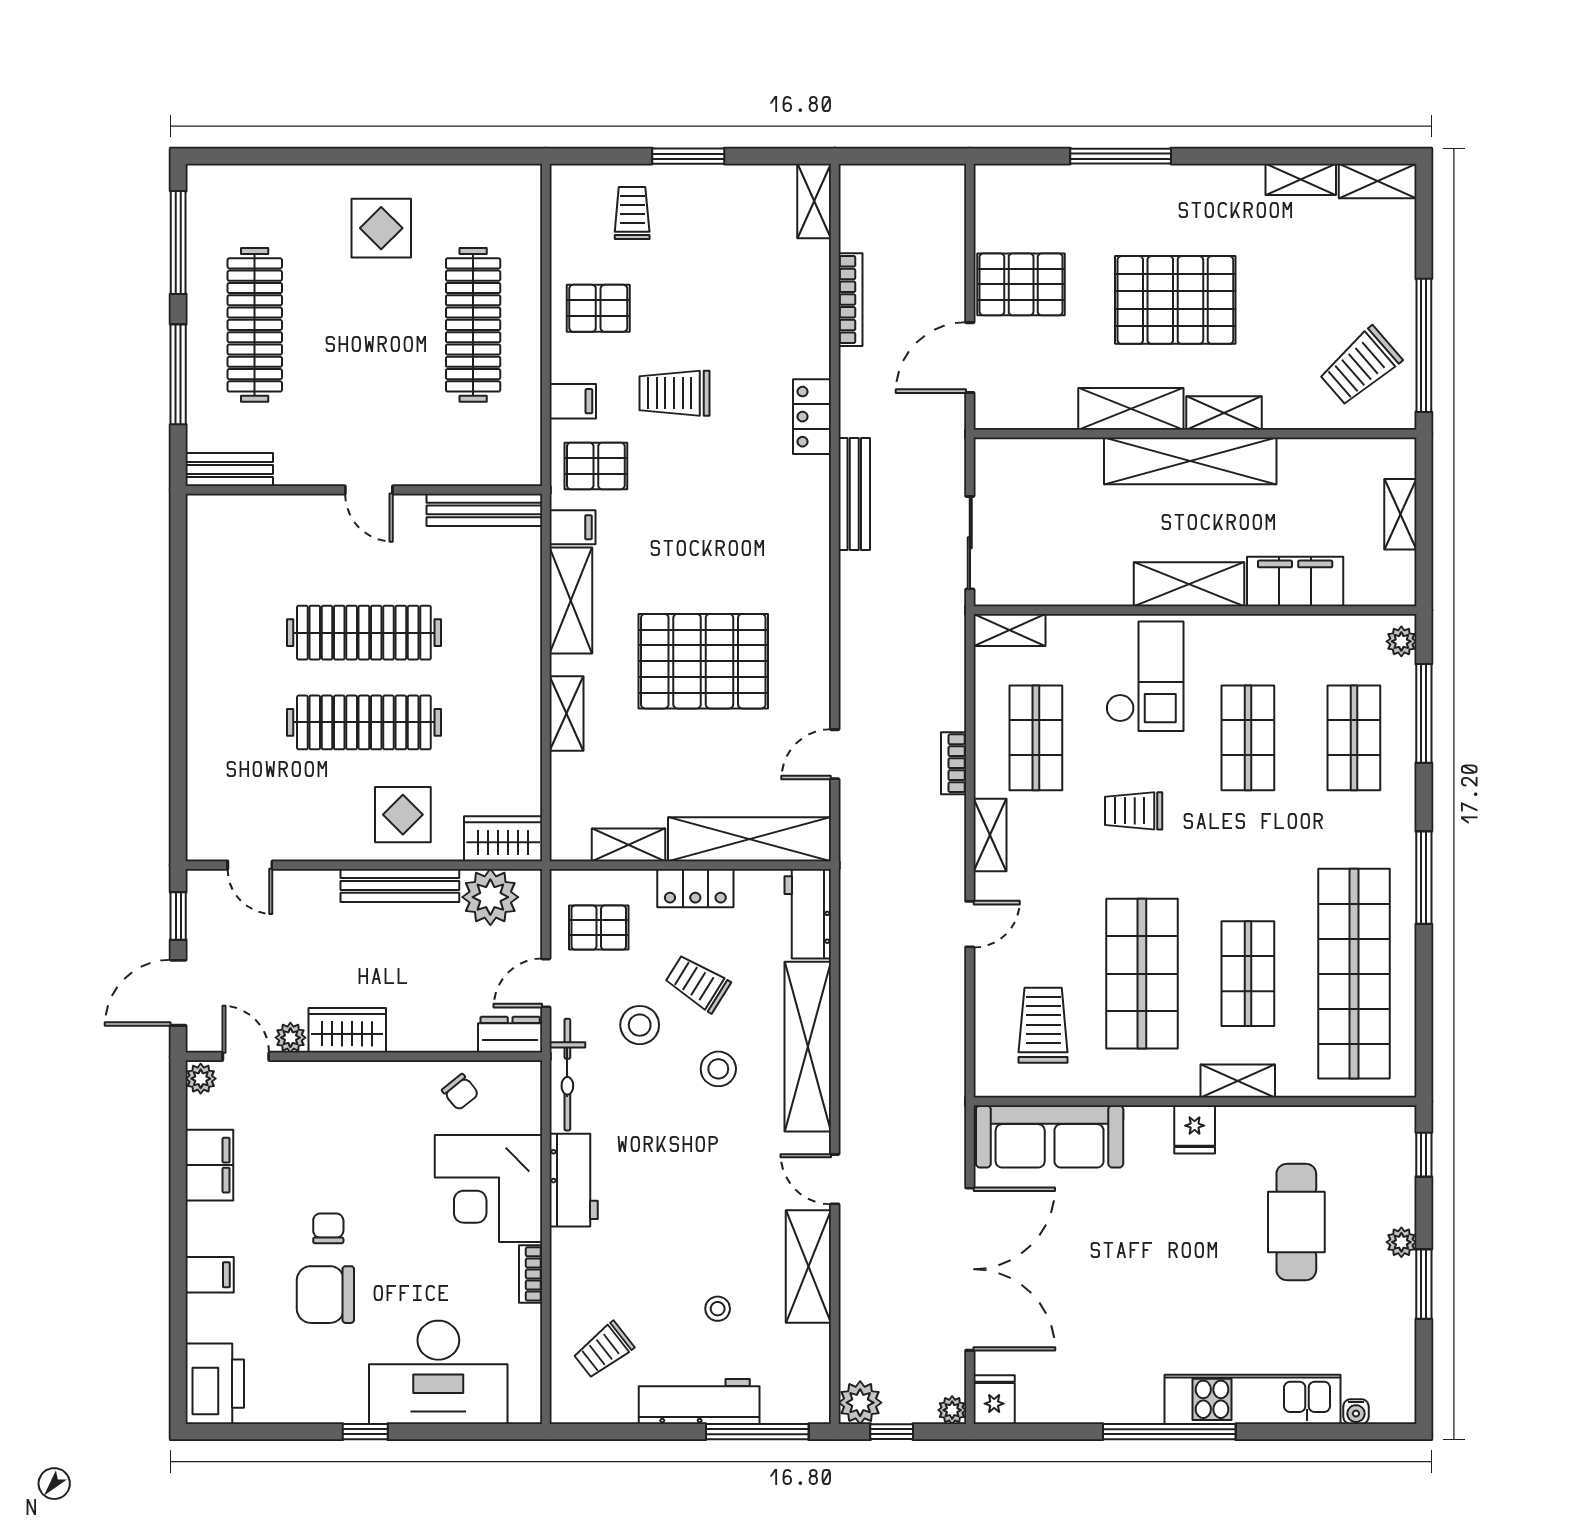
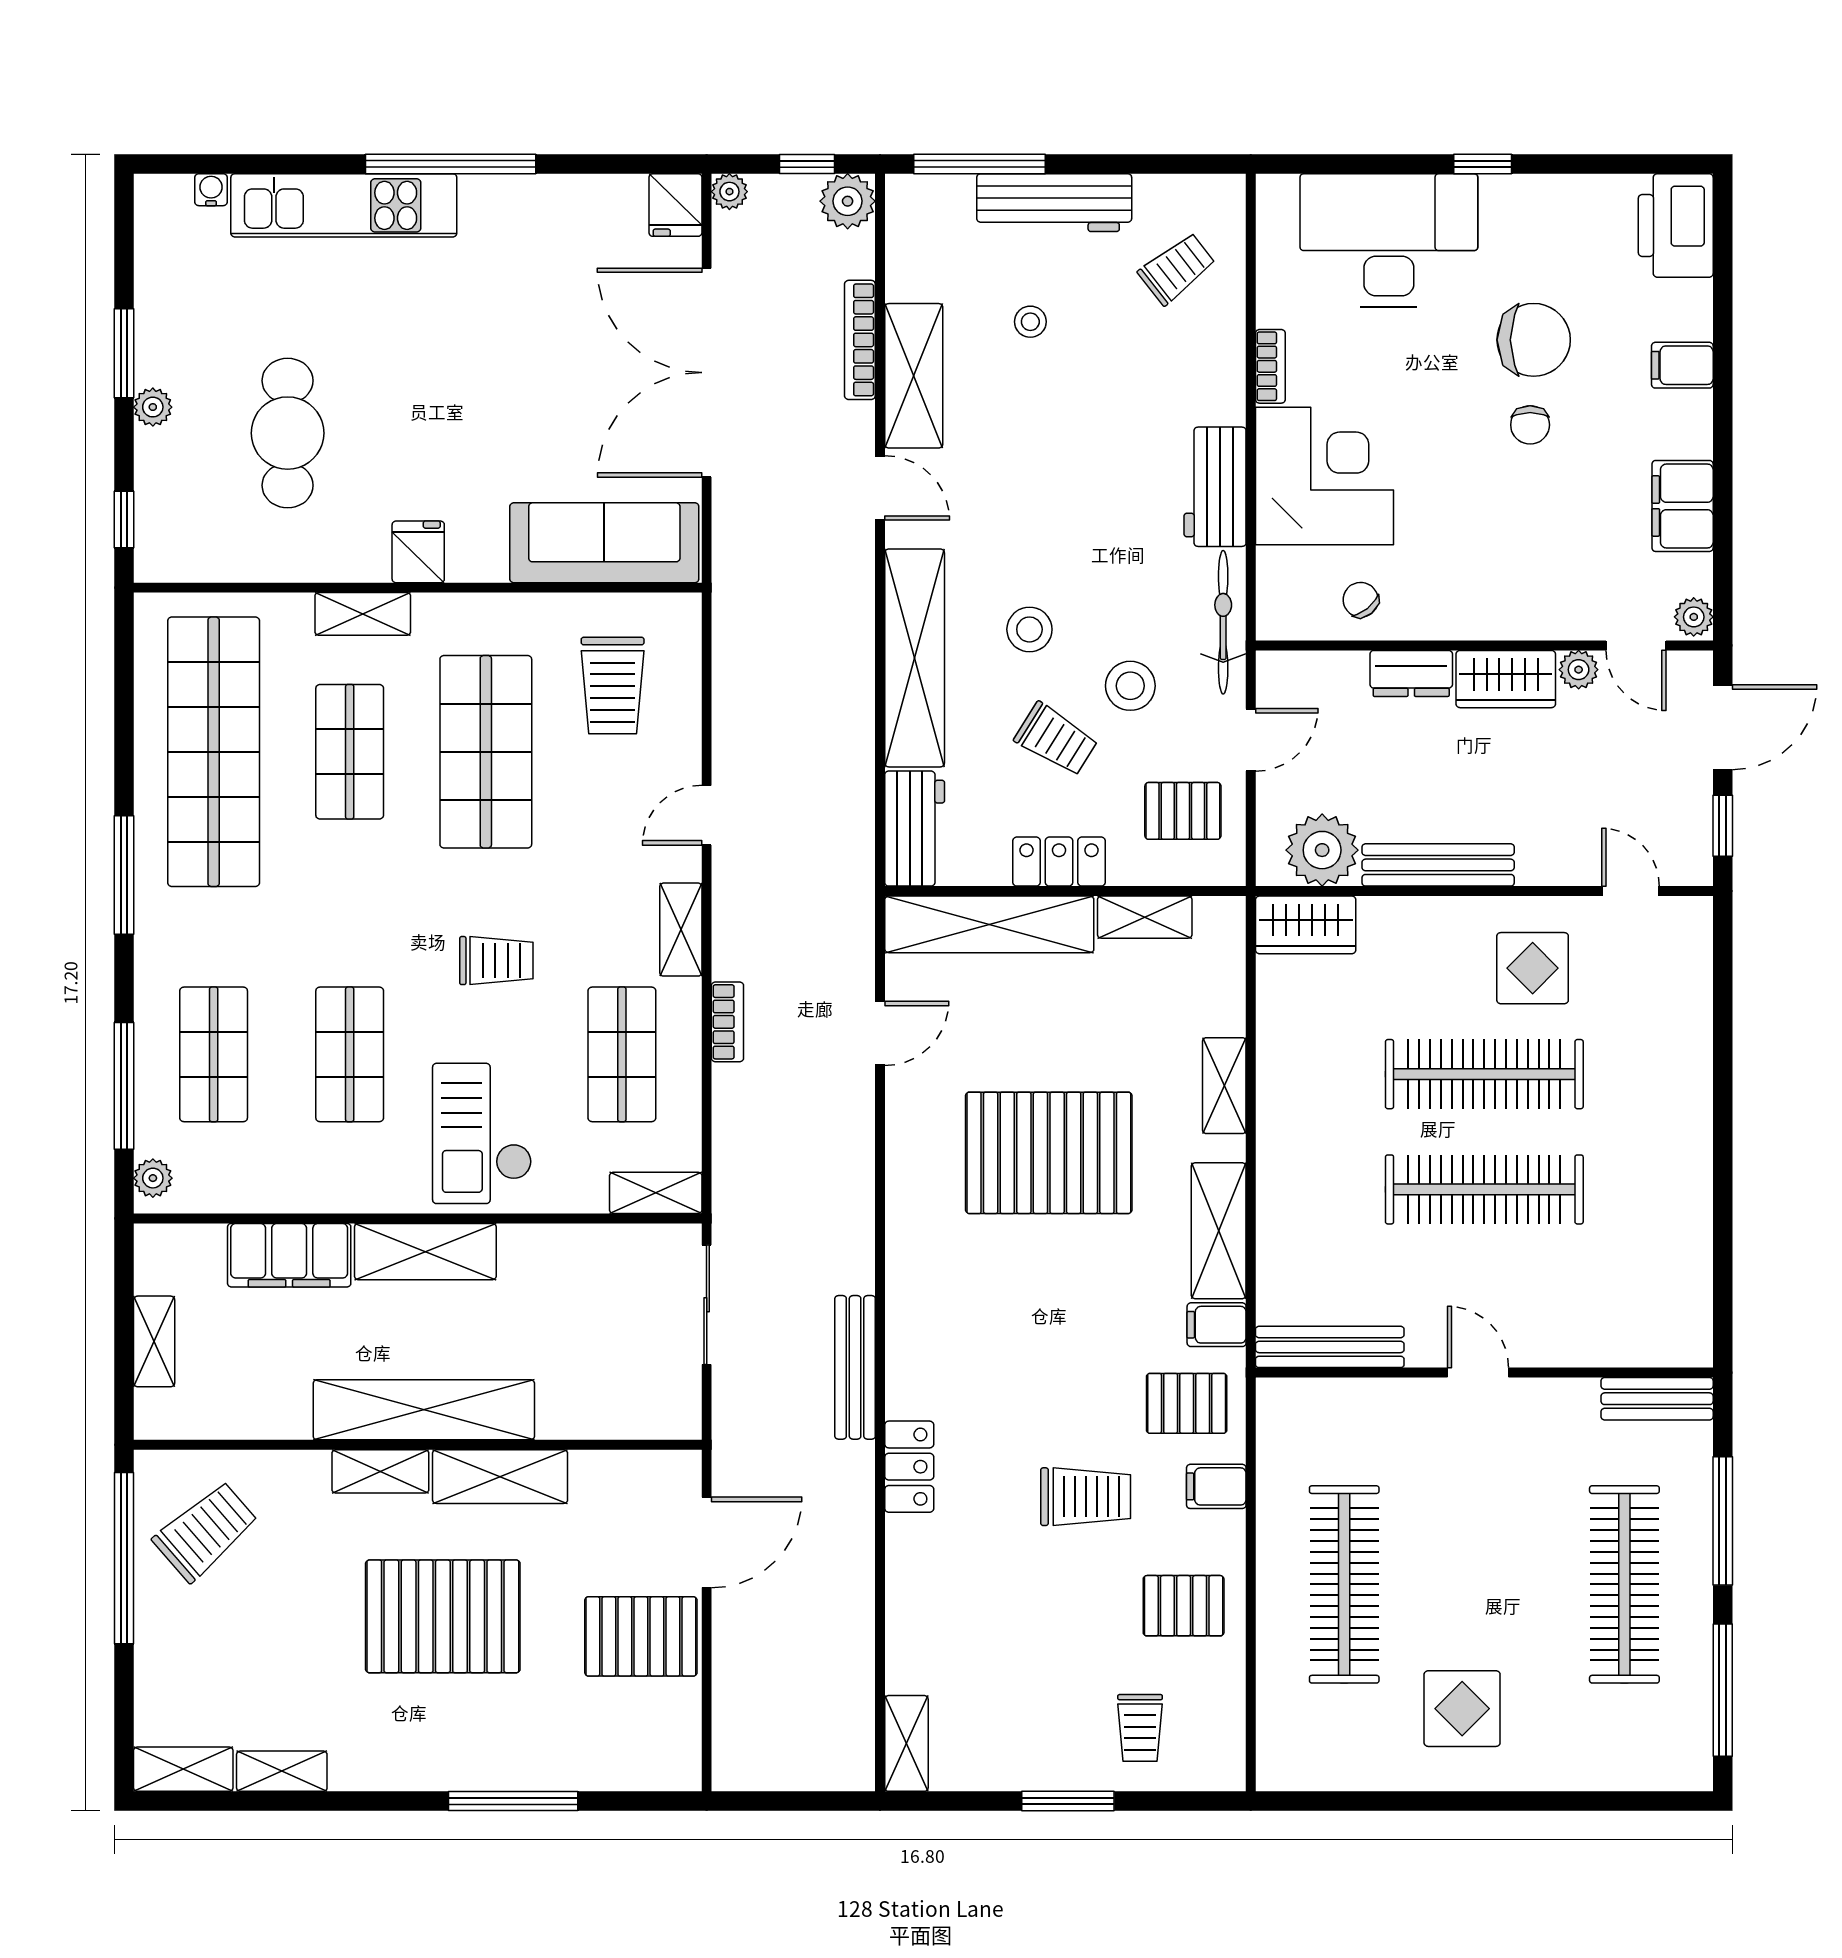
bookcase: (850, 300) -> (860, 340), moved
display table: (403, 815) -> (1533, 968), moved
dresser: (510, 1035) -> (1411, 673), moved

